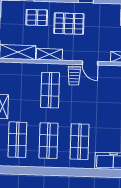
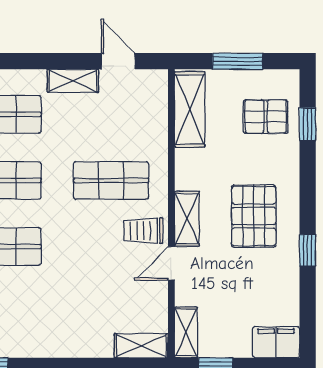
pallet: (37, 17) -> (266, 117), moved, turned 90
shelving: (49, 54) -> (187, 219), moved

